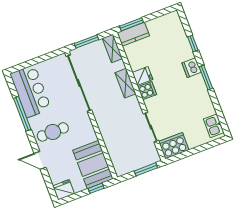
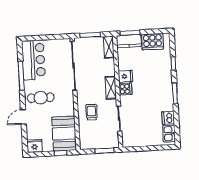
dishwasher: (191, 68) -> (168, 118), moved
shelving: (125, 83) -> (111, 88), moved
trolley: (117, 130) -> (92, 112), added
cooker: (174, 146) -> (153, 42), moved, turned 180
door: (40, 160) -> (23, 117), hinge flipped

